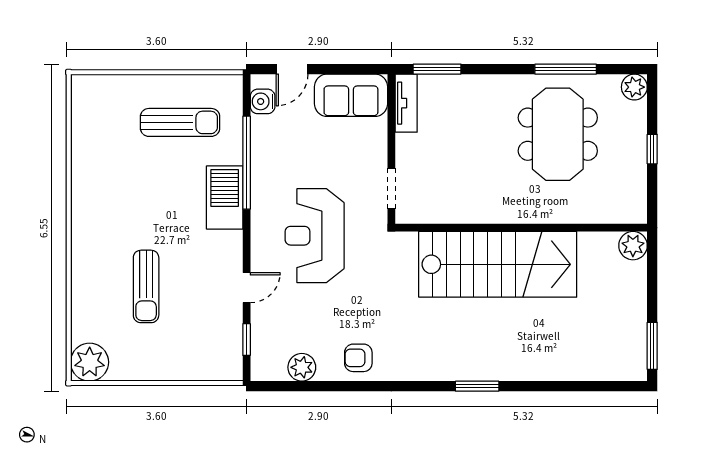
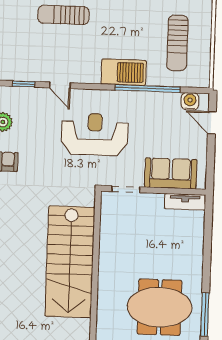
window: (437, 69) -> (208, 224), removed
sofa: (351, 95) -> (171, 173), moved, turned 90

